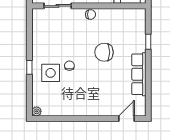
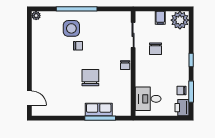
window: (148, 42) -> (100, 118), width x2.17
window: (29, 67) -> (77, 9), width x3.17
row of seats: (139, 74) -> (99, 110), moved, width x0.68

